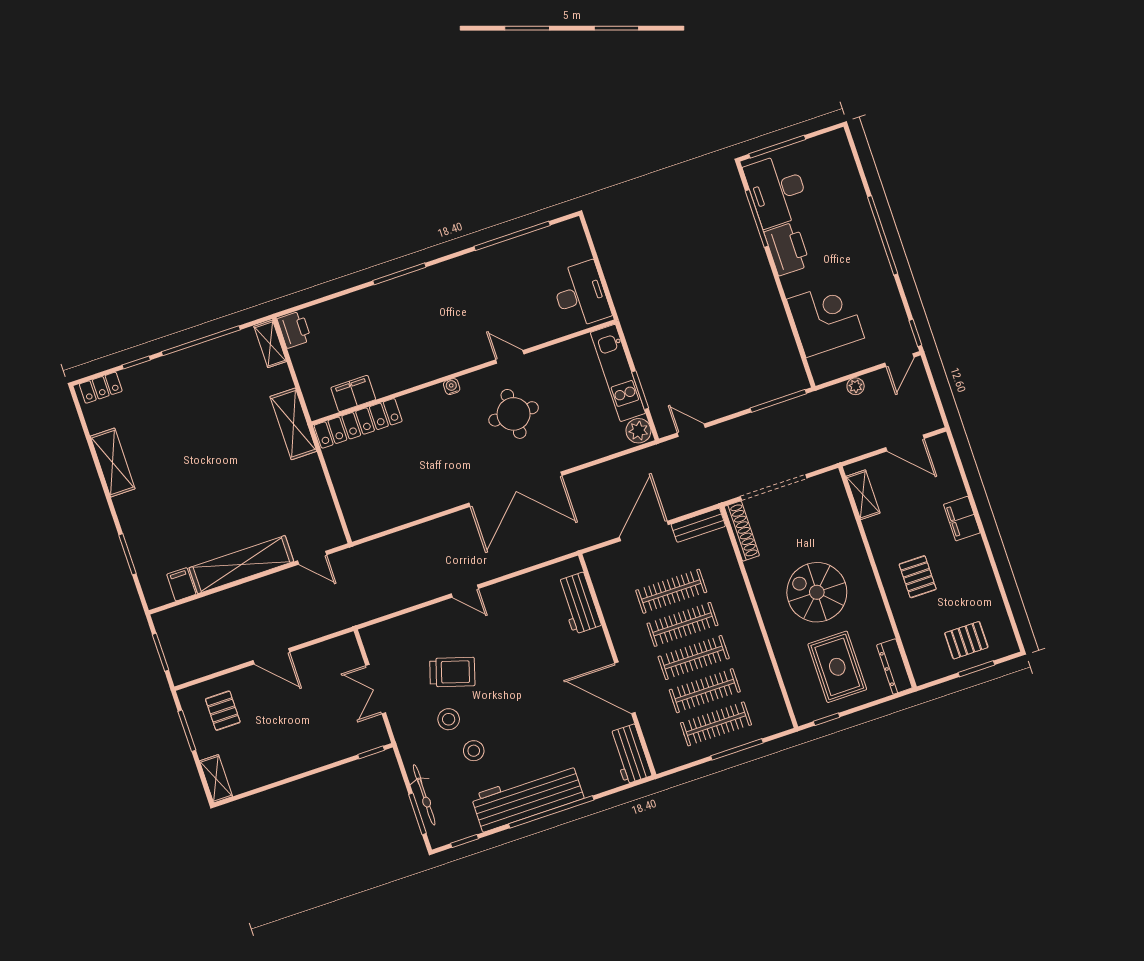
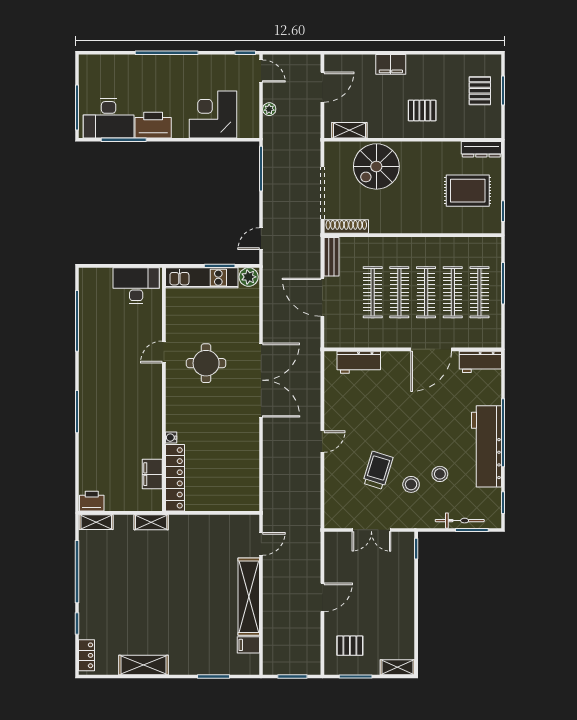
water cooler: (452, 387) -> (171, 438), moved
shelving: (293, 424) -> (151, 522), width x0.67, depth x0.75
spiral stairs: (817, 592) -> (376, 166), moved

